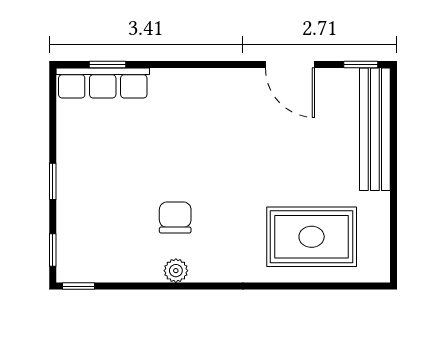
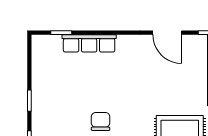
row of seats: (103, 83) -> (89, 43), moved

